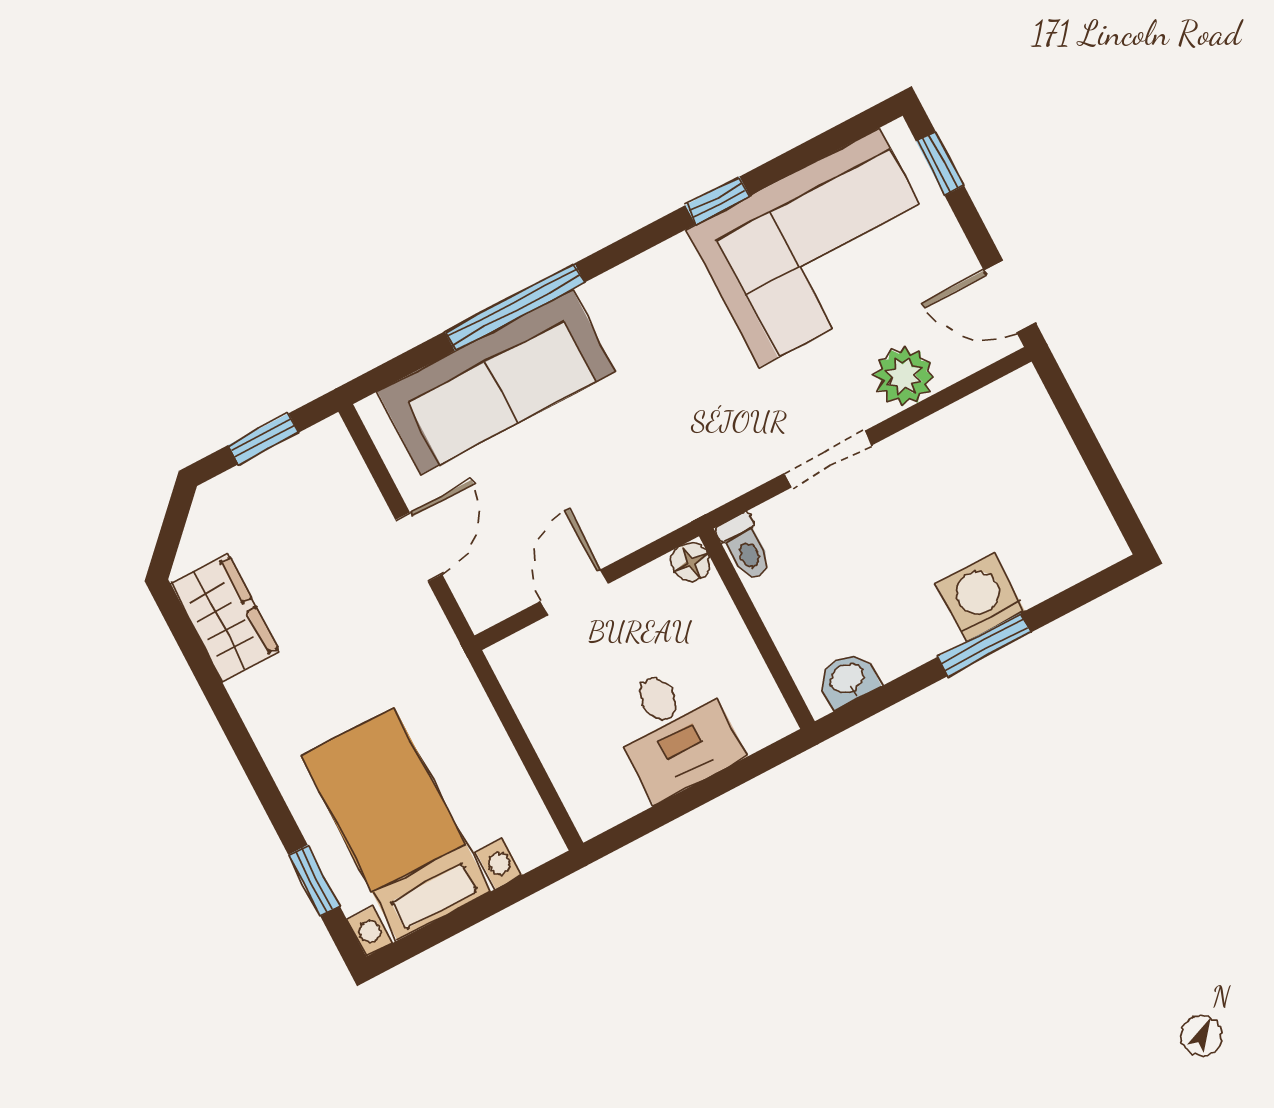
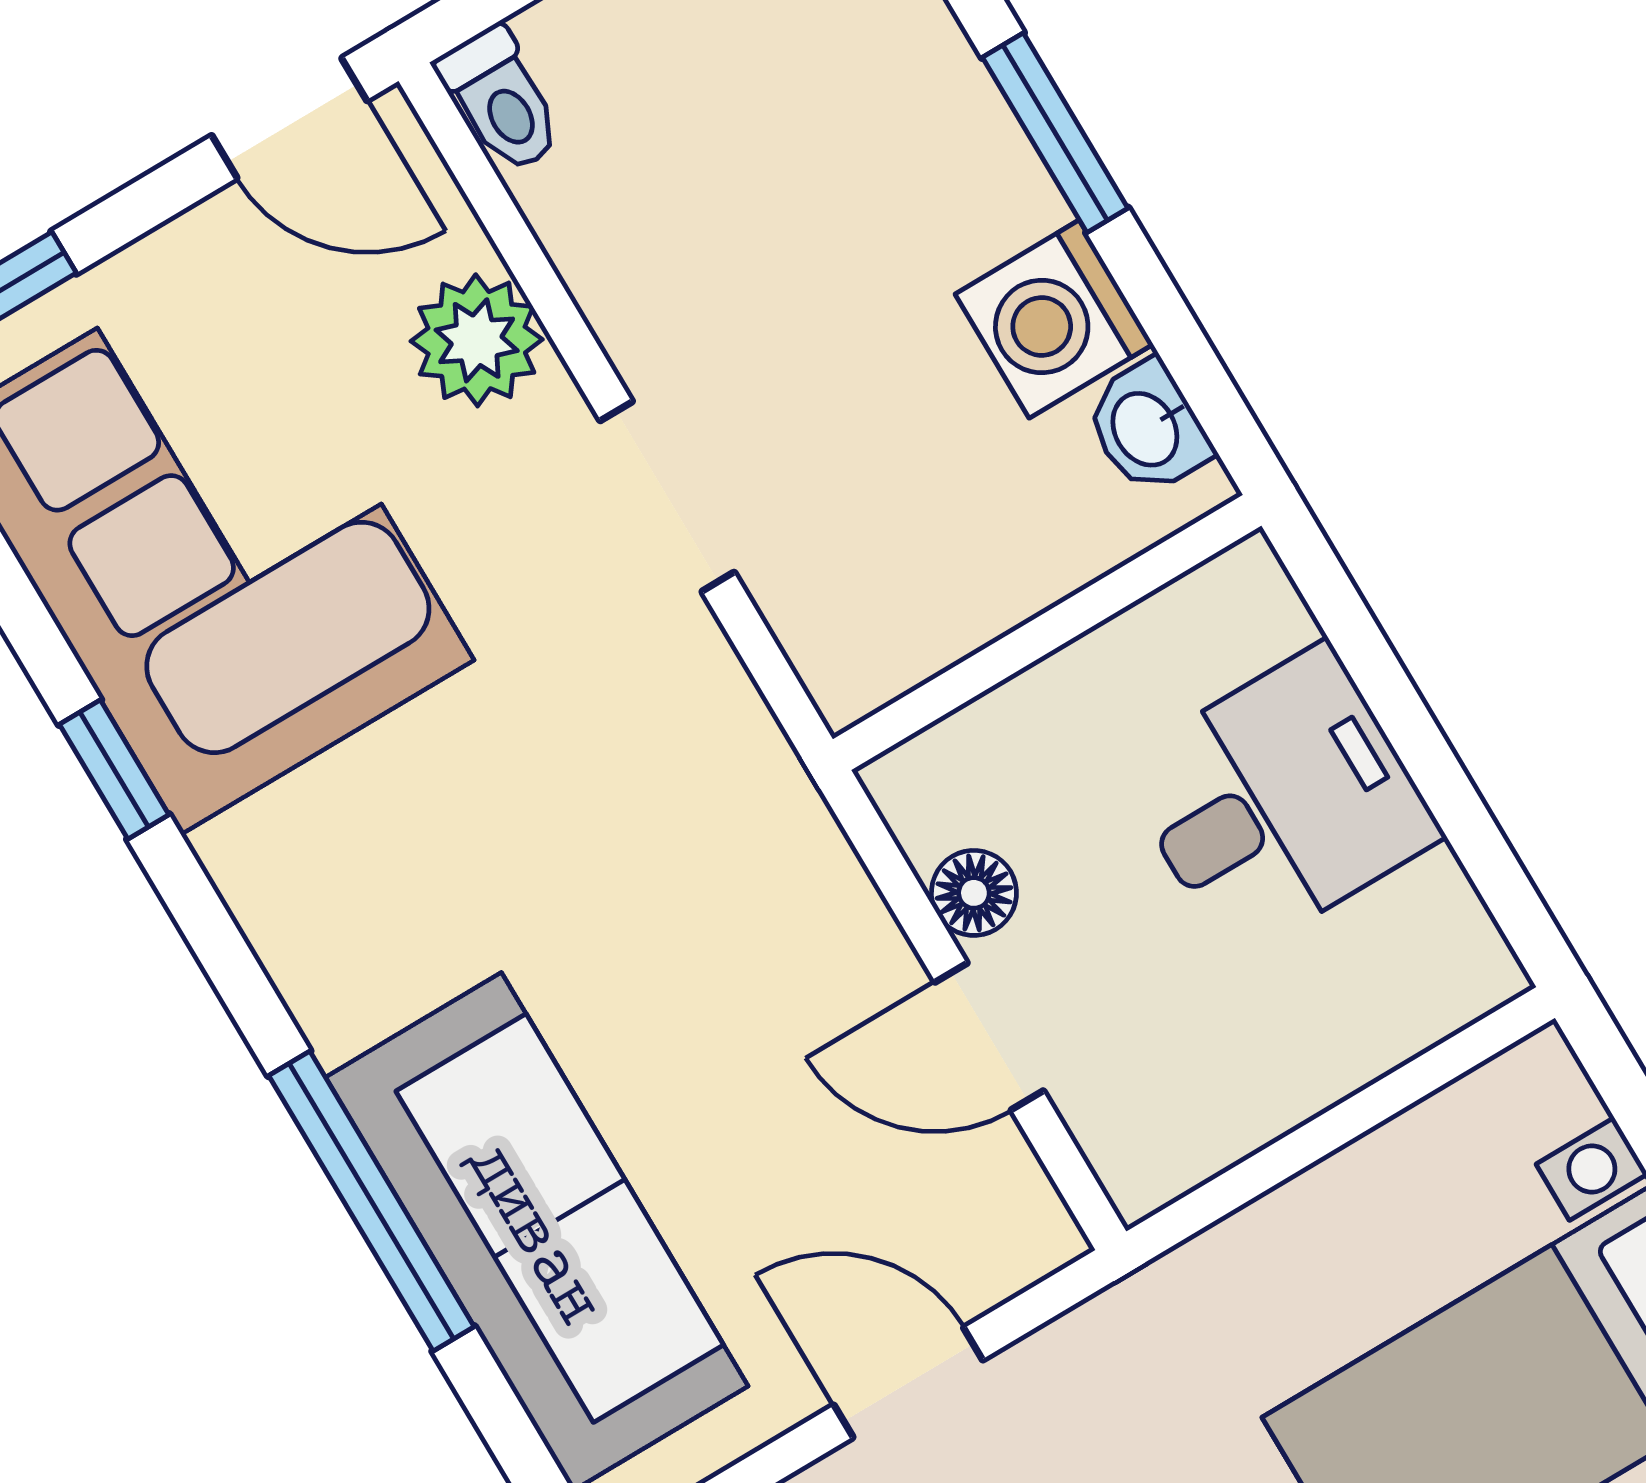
door: (1010, 296) -> (289, 118), hinge flipped
toilet: (745, 547) -> (501, 100), moved, turned 90
floor lamp: (691, 562) -> (974, 893), moved
washing machine: (980, 597) -> (1054, 319), moved

